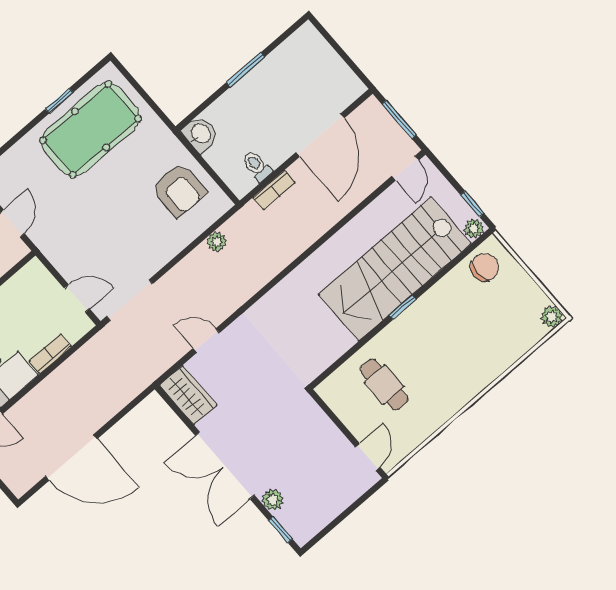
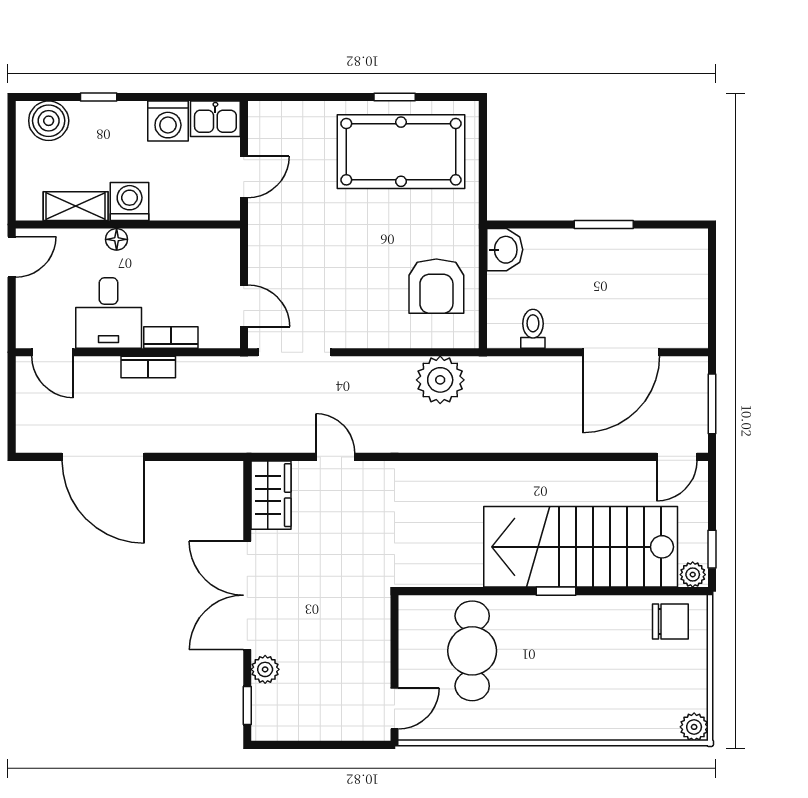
bookcase: (274, 190) -> (148, 367), moved
plant: (217, 242) -> (440, 380), width x1.88, depth x1.88
cafe table: (384, 384) -> (472, 651), width x1.37, depth x1.35

